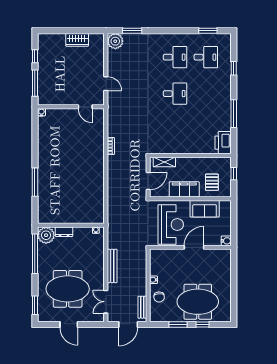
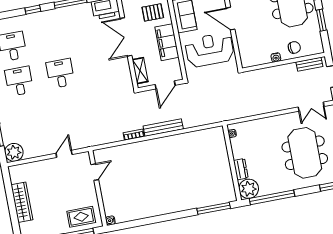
wardrobe: (77, 40) -> (22, 202), width x1.50
window: (234, 68) -> (33, 10), moved
rug: (49, 88) -> (81, 217), added
double door: (195, 155) -> (126, 37), added
door: (148, 181) -> (165, 85), swing flipped
window: (35, 182) -> (214, 208), moved
bench: (112, 266) -> (163, 128), moved

